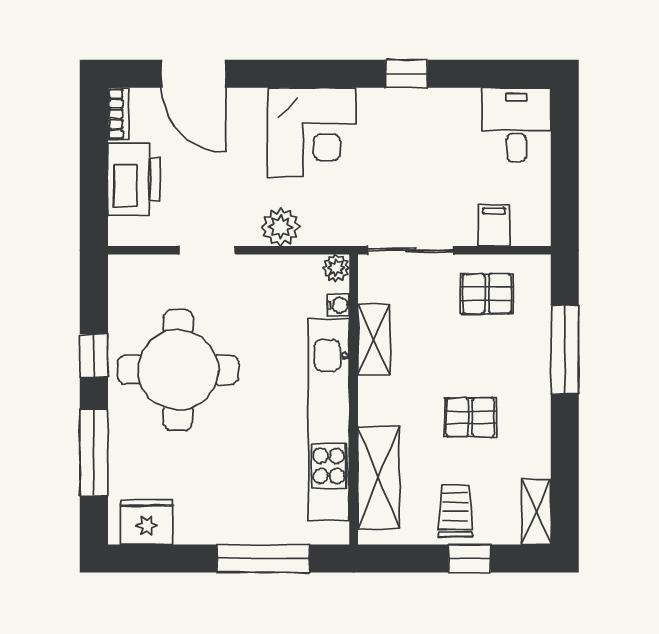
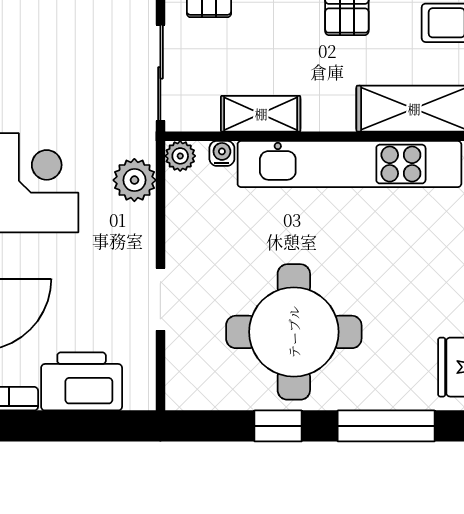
plant: (281, 227) -> (134, 180), moved

